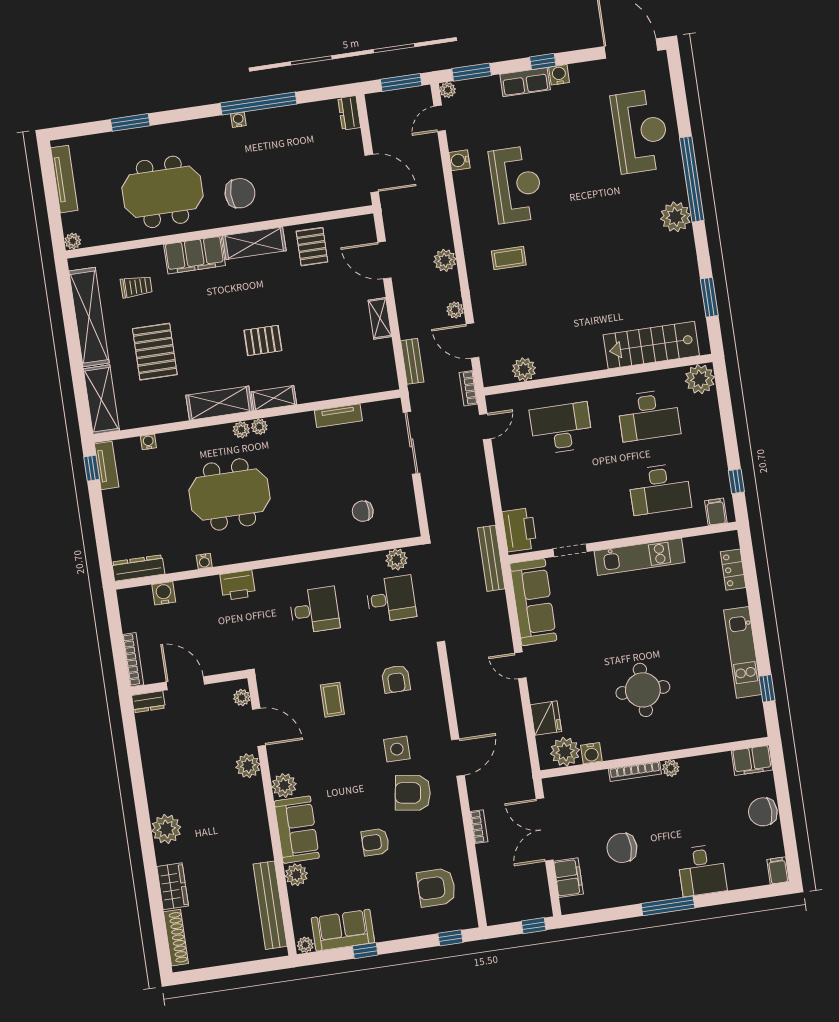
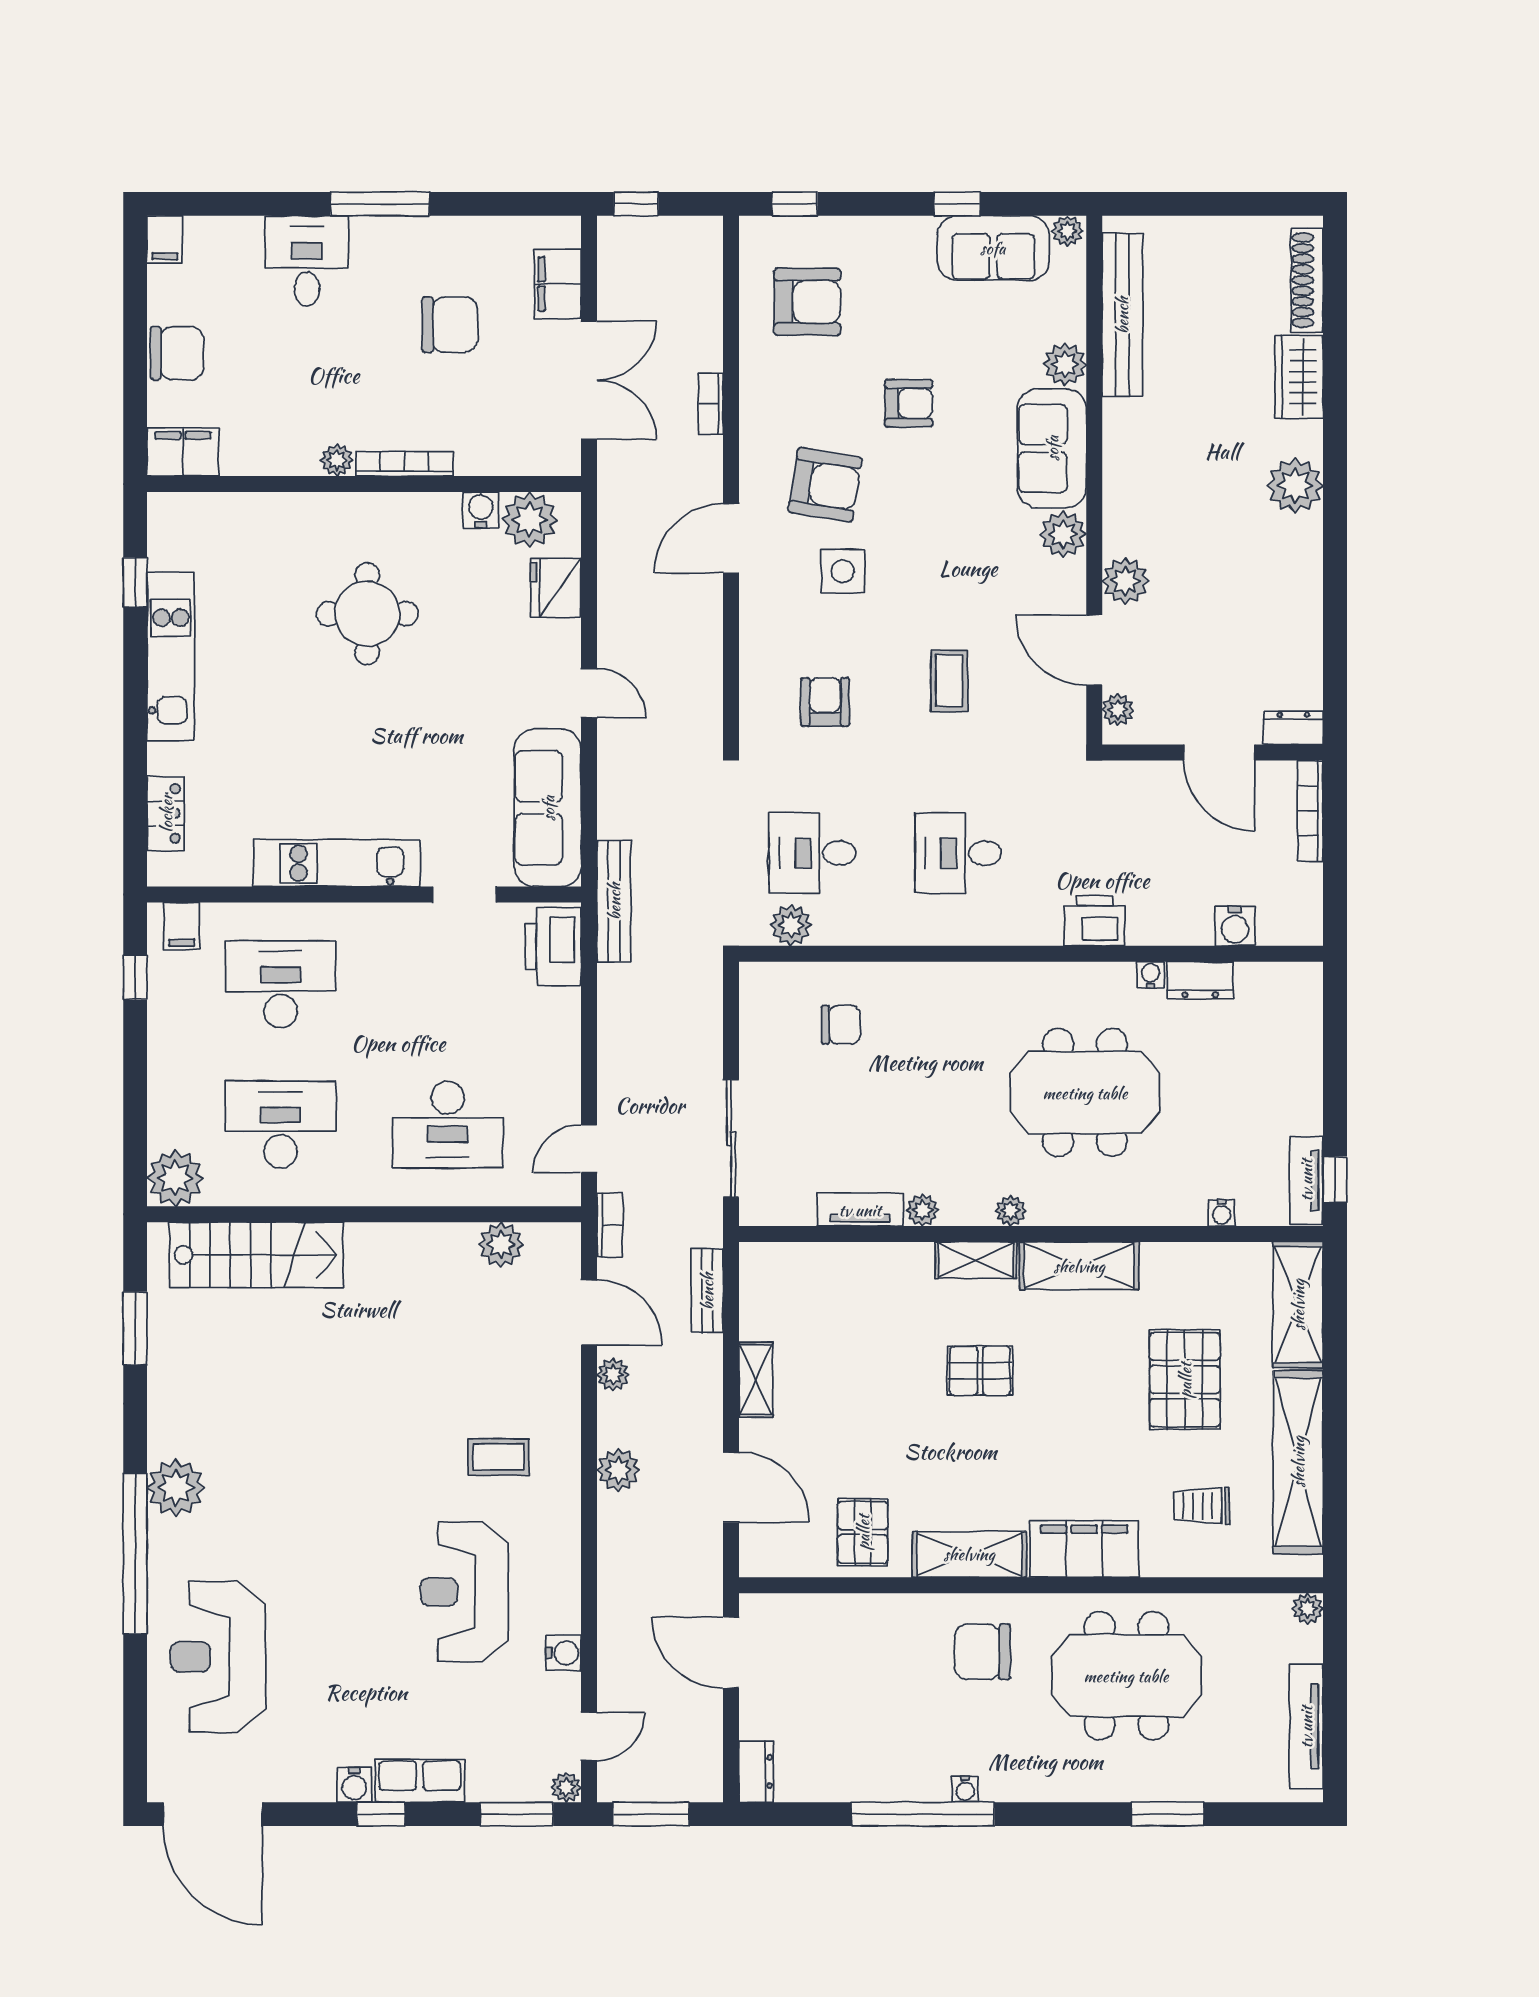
plant: (241, 430) -> (922, 1210), moved
dresser: (138, 568) -> (1200, 980), moved, width x0.70

